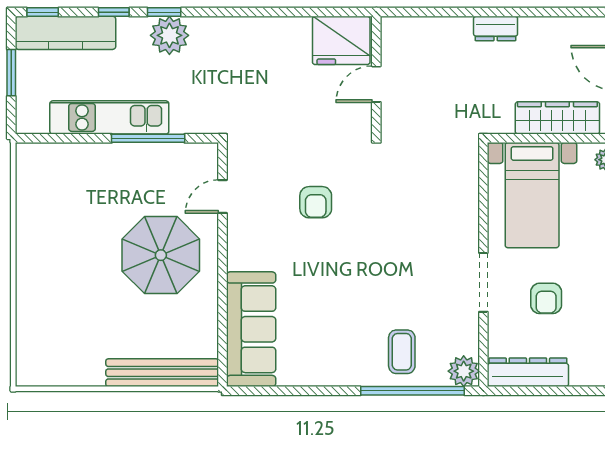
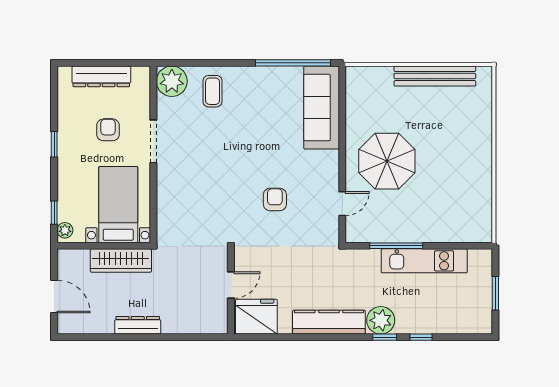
window: (43, 12) -> (473, 337), removed
dresser: (496, 28) -> (138, 325), width x1.44
kitchen counter: (65, 33) -> (329, 322), moved
wardrobe: (557, 118) -> (121, 261), moved
plant: (464, 371) -> (172, 81), width x1.36, depth x1.36
dresser: (528, 372) -> (101, 76), moved
bench: (162, 373) -> (435, 76), moved
window: (412, 391) -> (293, 63), moved

